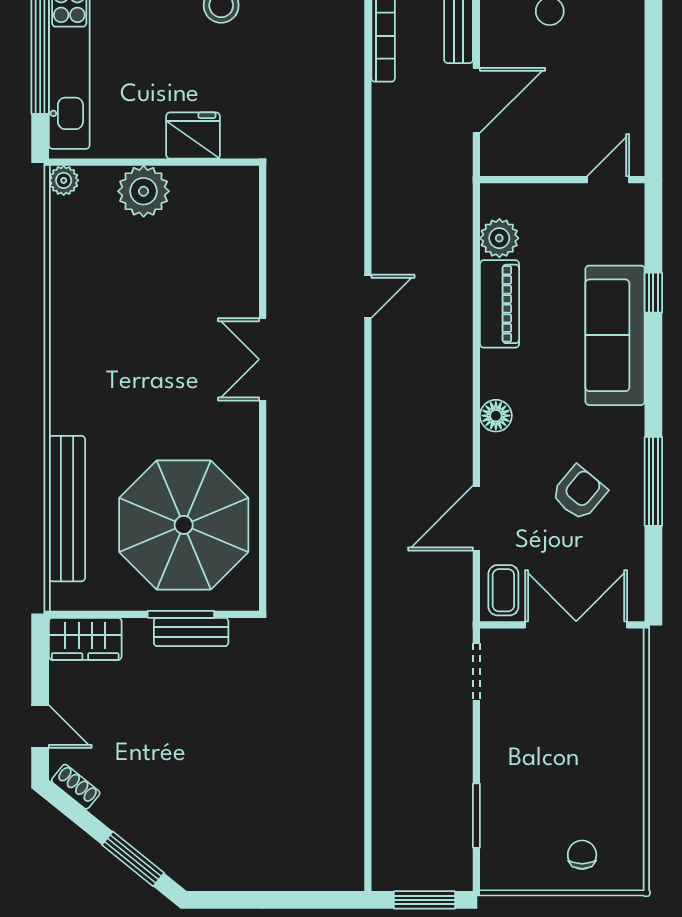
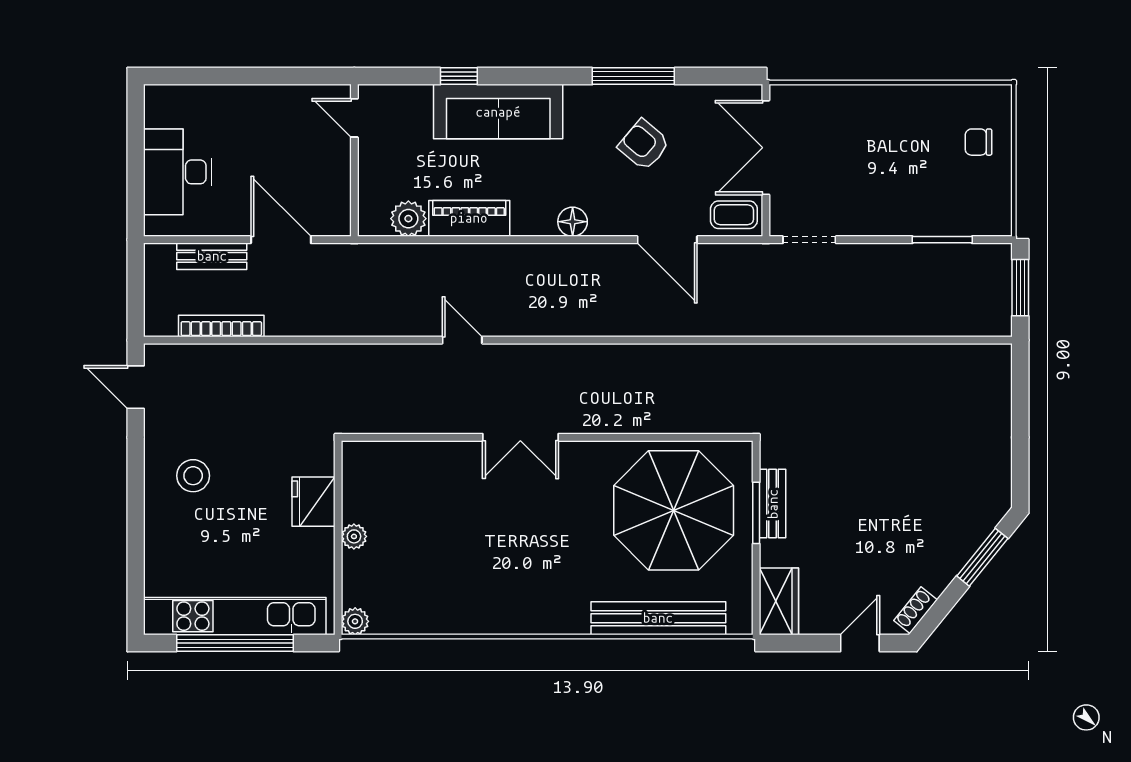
plant: (144, 191) -> (354, 536), width x0.53, depth x0.53

